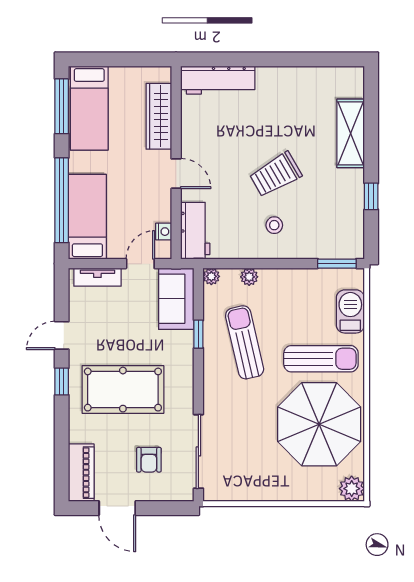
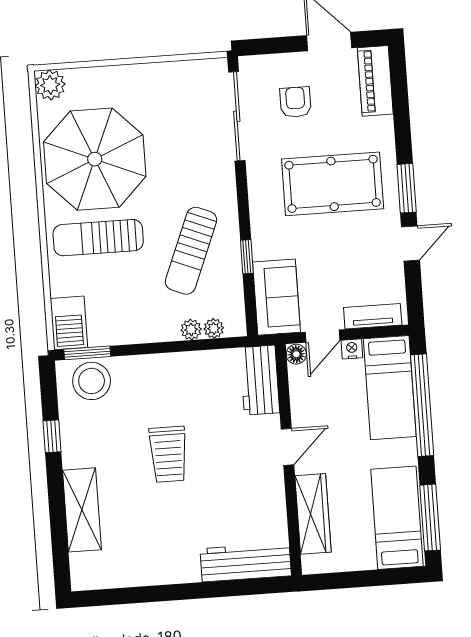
door: (176, 174) -> (287, 447), swing flipped
trolley: (276, 175) -> (168, 454), turned 120
stool: (274, 225) -> (92, 381), moved, width x1.89, depth x1.89
nightstand: (164, 232) -> (352, 349), moved, turned 90
floor lamp: (163, 250) -> (296, 354), added
plant: (211, 276) -> (214, 328), moved
barbecue: (350, 311) -> (69, 323), moved
sun lounger: (245, 342) -> (191, 251), turned 35
window: (62, 382) -> (407, 188), width x1.50

